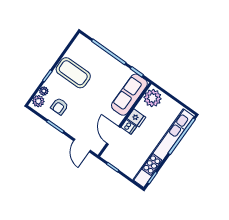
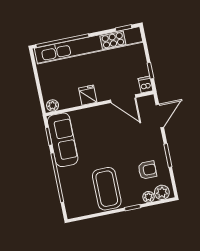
sofa: (129, 95) -> (63, 140), moved, turned -90
plant: (153, 98) -> (53, 105), width x0.53, depth x0.53
dishwasher: (129, 127) -> (146, 85), moved
door: (113, 135) -> (123, 99), hinge flipped

